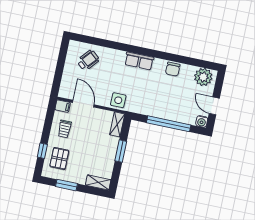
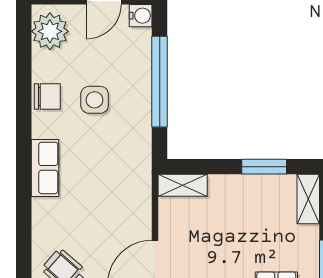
side table: (118, 100) -> (95, 100), moved
window: (121, 151) -> (264, 167), moved

